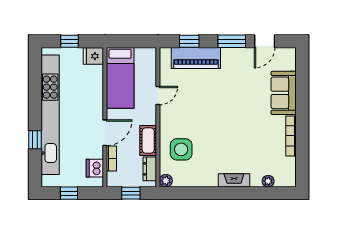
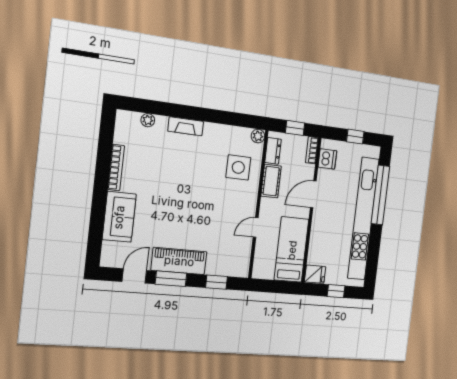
piano: (196, 58) -> (179, 261), moved
window: (35, 140) -> (380, 195), width x3.17
bookcase: (111, 158) -> (312, 150), moved

